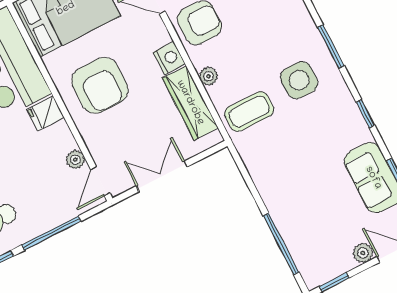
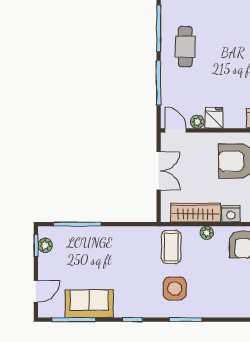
fridge: (45, 113) -> (214, 118), moved
plant: (363, 253) -> (45, 245), moved

